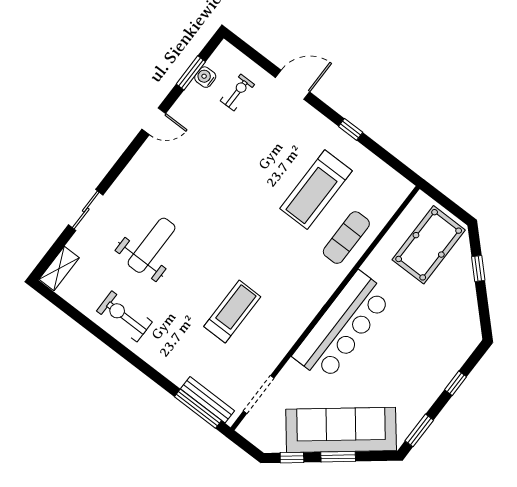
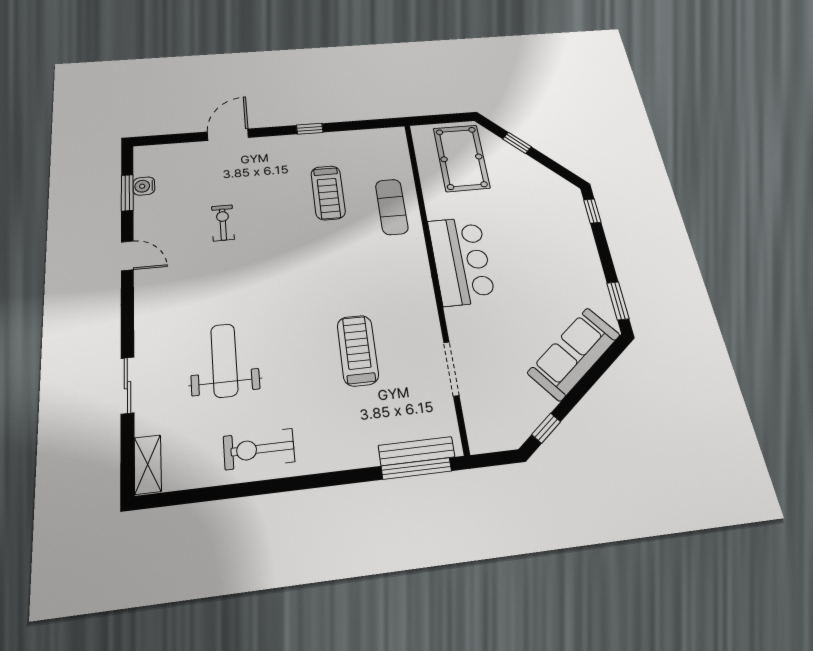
exercise bike: (237, 93) -> (223, 223), moved
door: (154, 121) -> (127, 256), hinge flipped
treadmill: (316, 190) -> (328, 193), width x0.73, depth x0.73
bar counter: (342, 326) -> (461, 261), width x0.73
window: (456, 383) -> (592, 211), moved
doorway: (259, 395) -> (451, 369), moved
sofa: (341, 430) -> (574, 354), width x0.74, depth x0.79
window: (338, 457) -> (582, 387), removed

